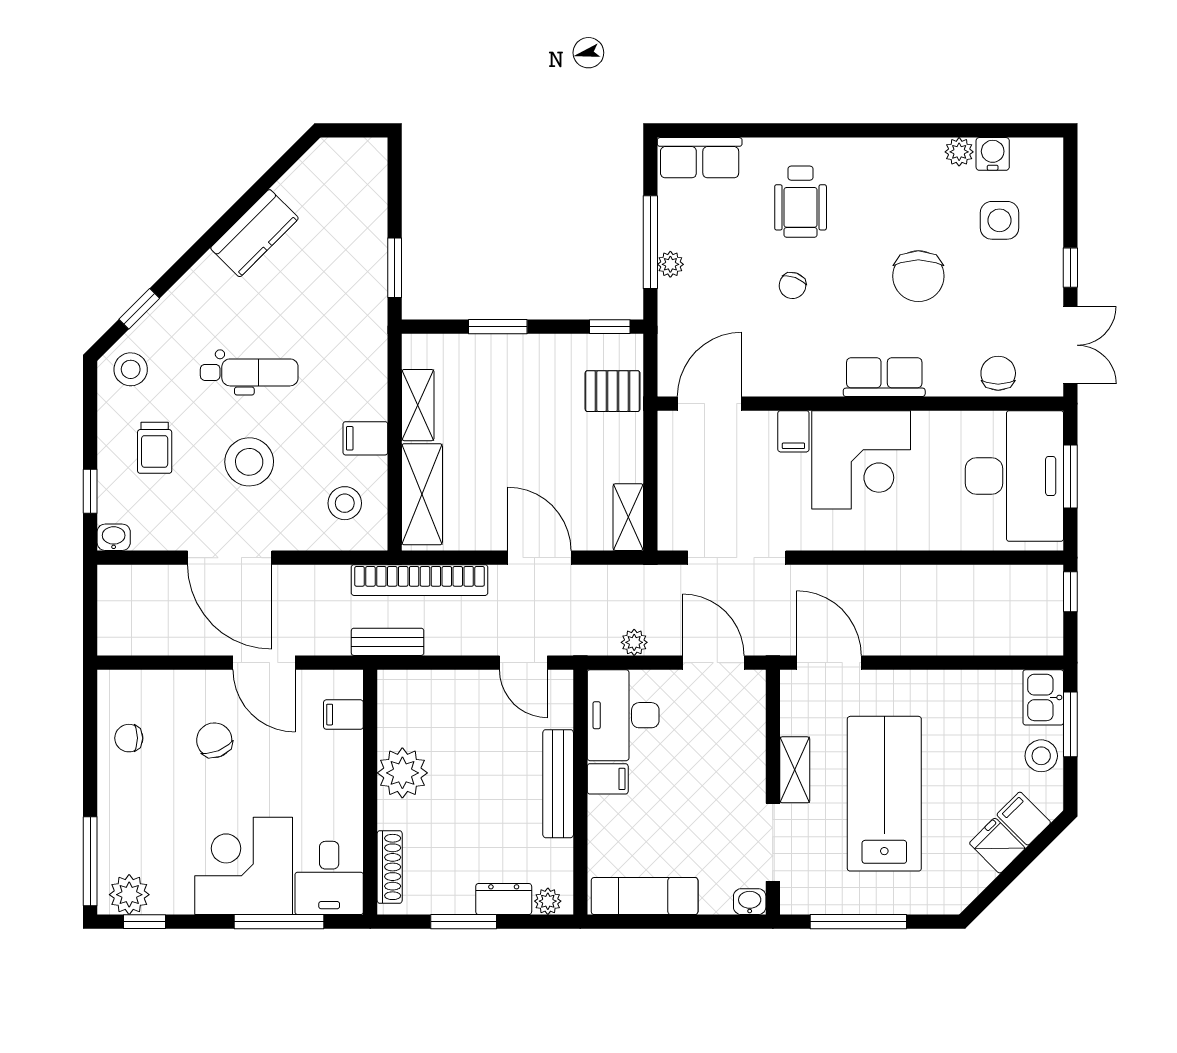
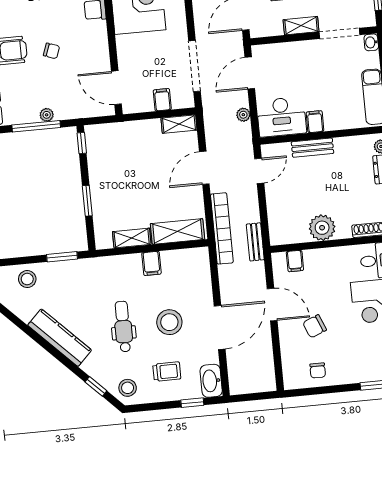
kitchen counter: (255, 233) -> (60, 338), width x1.50
pallet: (613, 391) -> (115, 138), removed
filing cabinet: (793, 431) -> (162, 100), moved, turned -90
stool: (345, 503) -> (27, 279), moved
washbasin: (114, 537) -> (211, 381), width x1.91, depth x1.45
door: (264, 663) -> (272, 305), hinge flipped
bench: (558, 784) -> (312, 148), width x0.73

